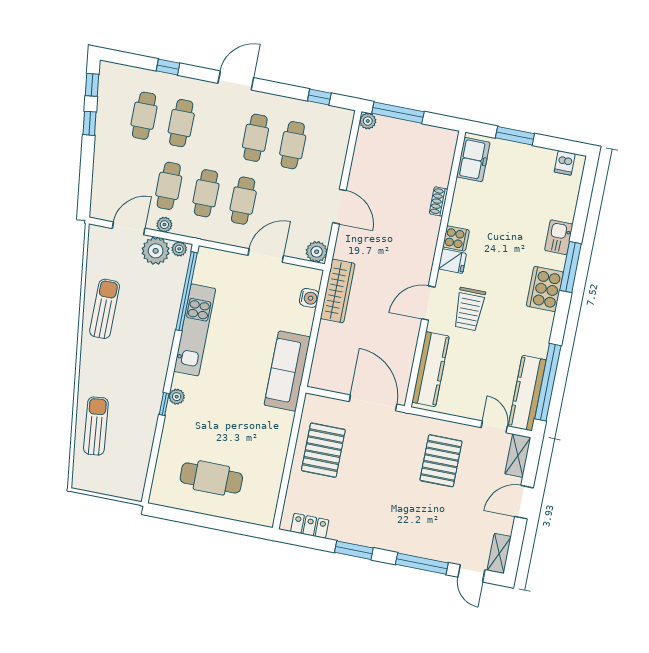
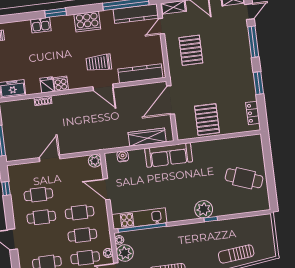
plant: (368, 121) -> (10, 156), removed
door: (339, 207) -> (50, 158), moved
fridge: (452, 261) -> (47, 85), moved
window: (571, 267) -> (56, 13), width x0.69
cooker: (545, 289) -> (87, 22), moved
wardrobe: (338, 291) -> (147, 137), moved
trolley: (469, 309) -> (99, 63), turned 180
kitchen unit: (195, 330) -> (139, 219), moved
plant: (177, 397) -> (204, 209), width x1.87, depth x1.87
pallet: (323, 450) -> (207, 119), turned 90
pallet: (441, 461) -> (191, 50), turned 90
cafe table: (211, 478) -> (244, 178), turned -70

